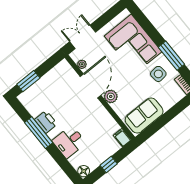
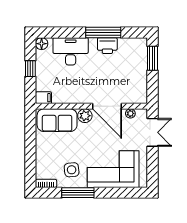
sofa: (144, 116) -> (57, 120), moved, turned 90
desk: (69, 142) -> (71, 51), width x1.37

